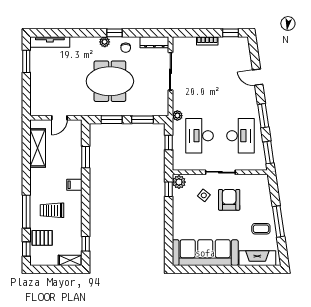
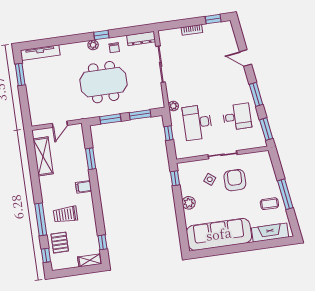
desk: (240, 136) -> (237, 117), width x0.73
plant: (179, 182) -> (189, 203), moved
pallet: (42, 238) -> (60, 243), turned 90

